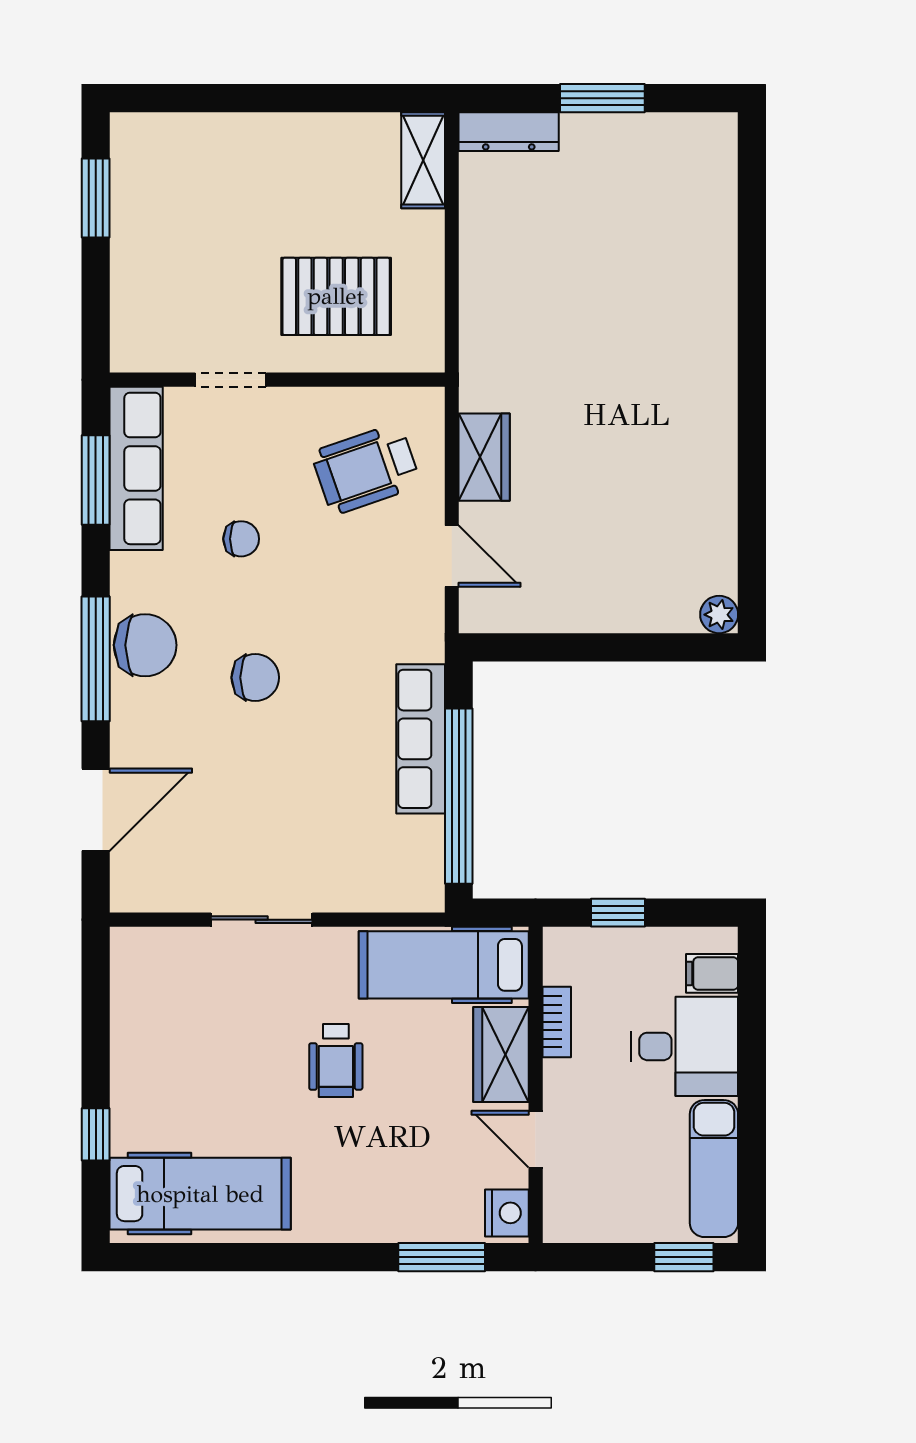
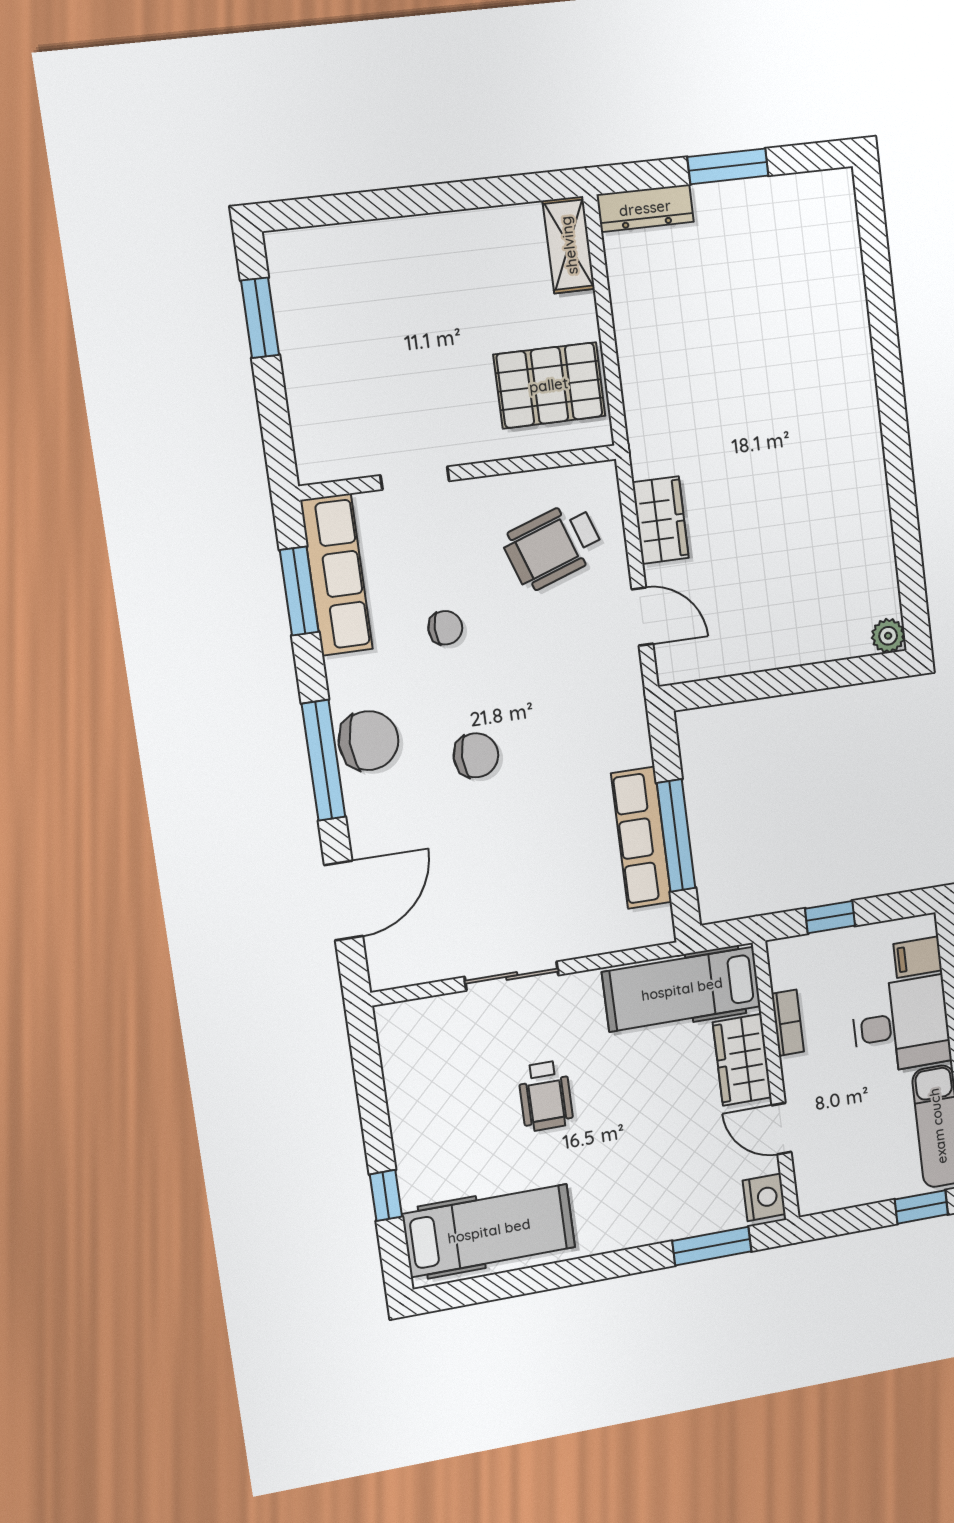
pallet: (336, 296) -> (549, 385), moved
row of seats: (421, 739) -> (641, 838), moved
window: (459, 796) -> (676, 836), width x0.68
wheelchair: (336, 1061) -> (546, 1096), moved

